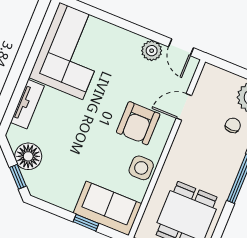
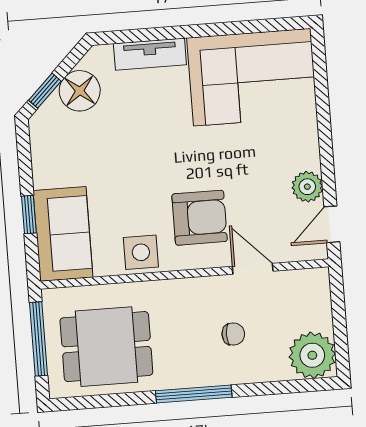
armchair: (138, 123) -> (200, 218), turned 180
chair: (233, 125) -> (233, 334), moved

